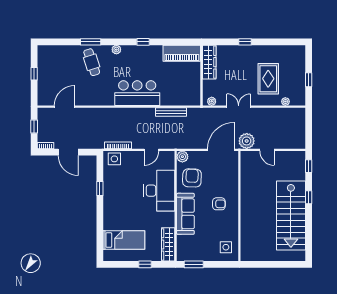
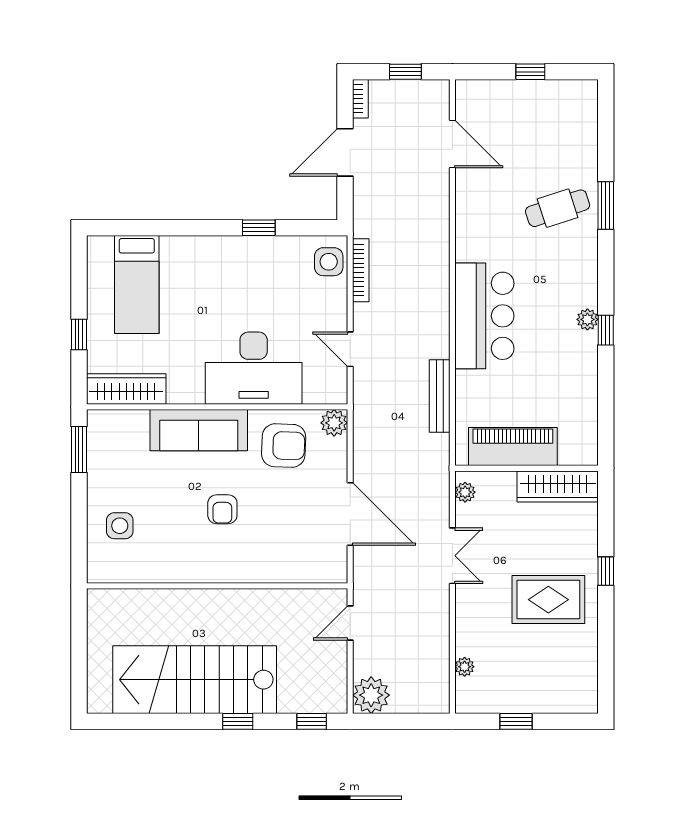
plant: (116, 50) -> (587, 319), moved
piano: (182, 53) -> (513, 446), moved, turned 90
rug: (268, 79) -> (548, 600), moved
plant: (247, 141) -> (371, 695), moved
wall: (239, 206) -> (217, 586), moved

